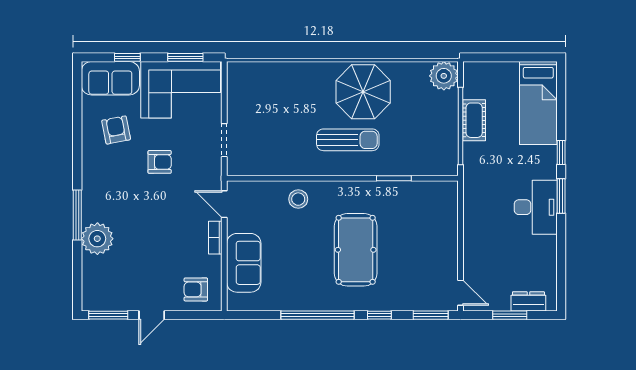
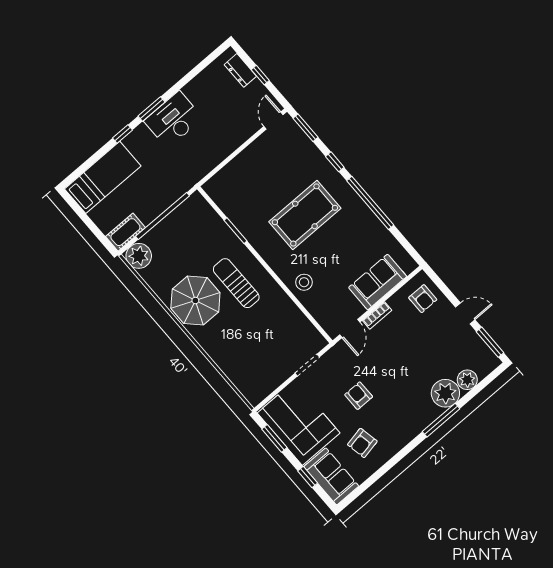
cot: (474, 120) -> (125, 232), moved
plant: (93, 268) -> (467, 380), added
window: (510, 315) -> (260, 75), width x0.67

